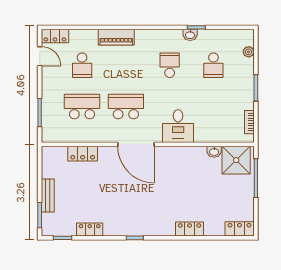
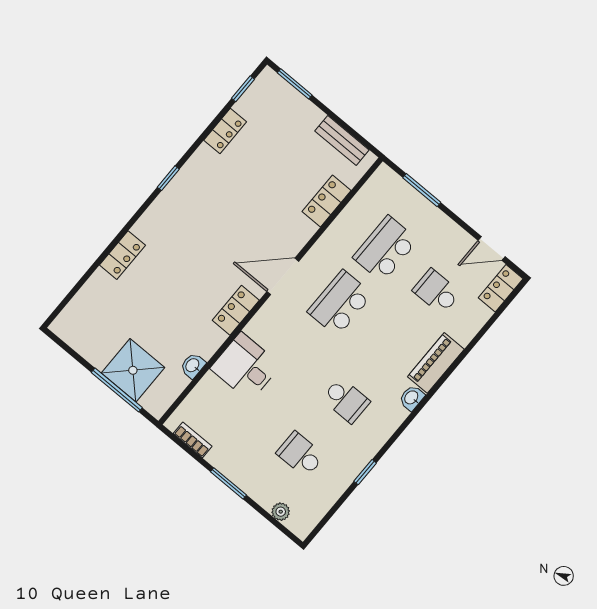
washbasin: (190, 35) -> (412, 398), moved
school desk: (82, 107) -> (385, 249), turned 180
school desk: (126, 107) -> (340, 303), turned 180
desk: (178, 126) -> (246, 367), moved
door: (136, 144) -> (283, 276), width x0.73
shower: (236, 160) -> (133, 370), moved
bench: (48, 196) -> (342, 140), moved
locker: (239, 229) -> (236, 310), moved, turned 180

